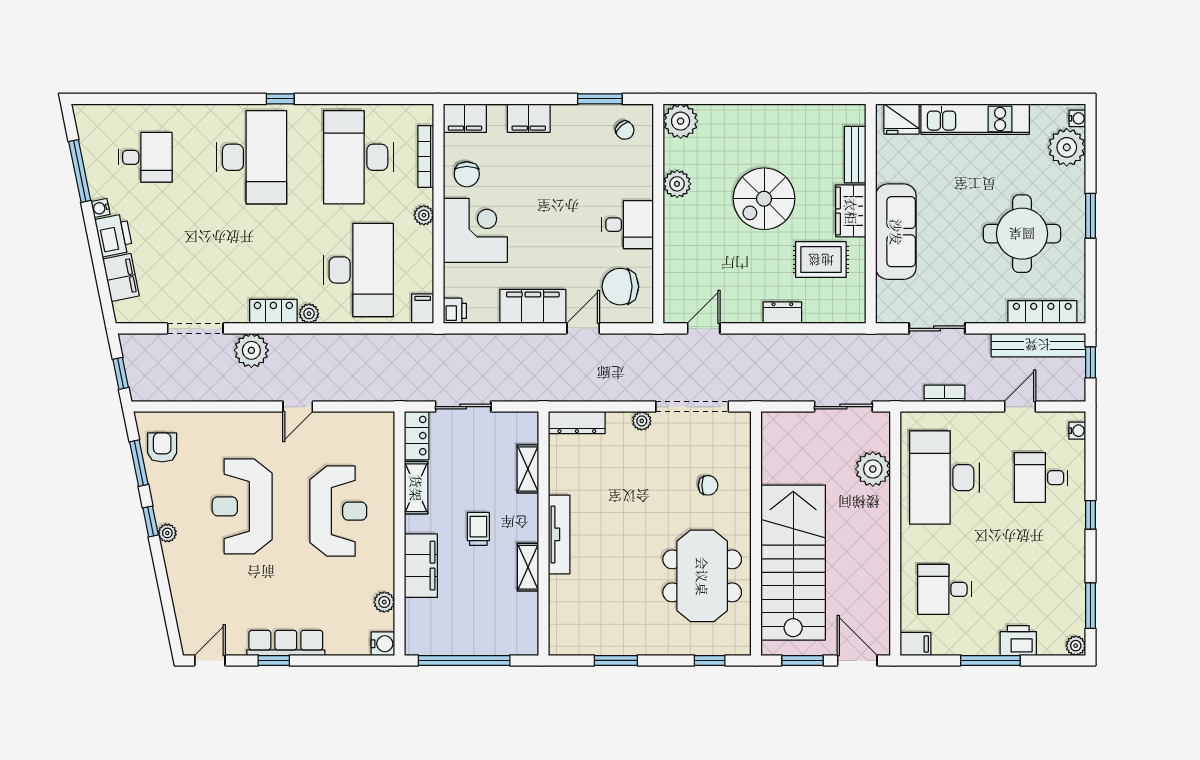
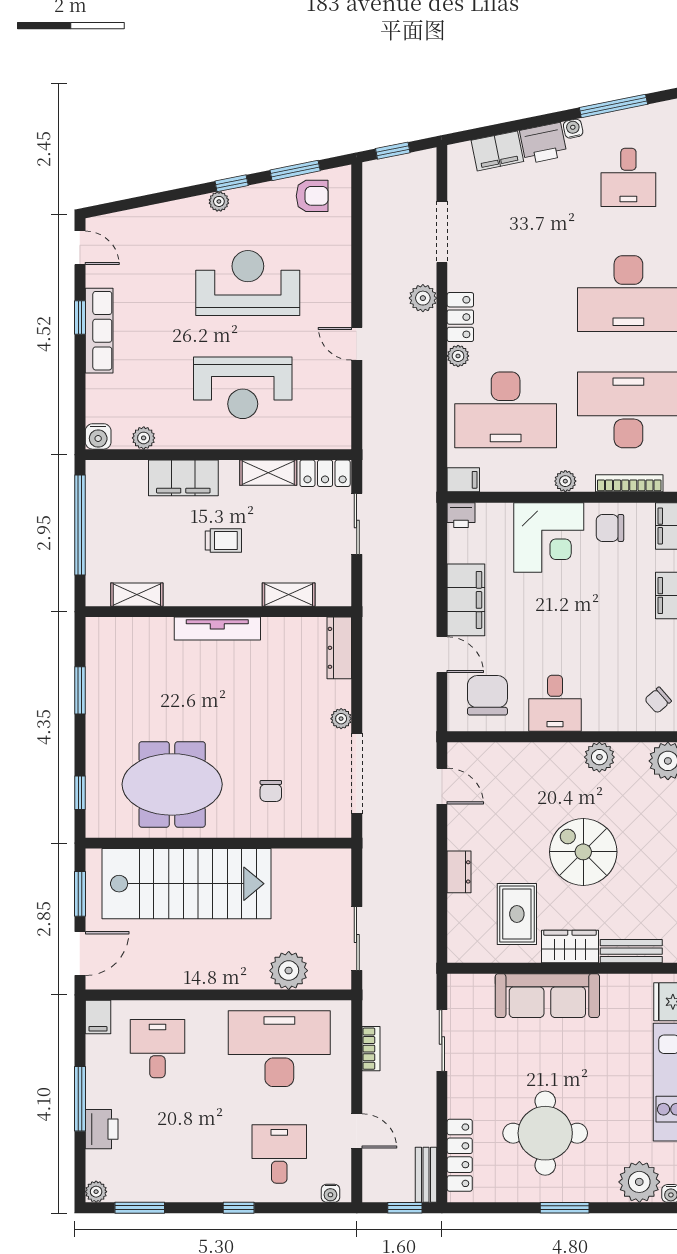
bench: (1038, 345) -> (426, 1175), width x0.54, depth x0.82
plant: (251, 350) -> (423, 298), width x0.73, depth x0.73
shelving: (528, 567) -> (137, 595), moved

